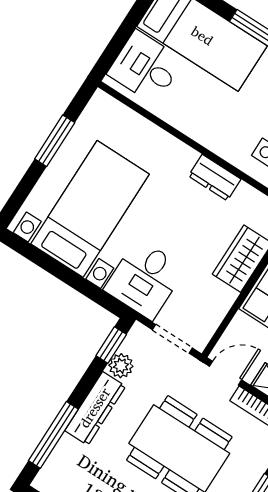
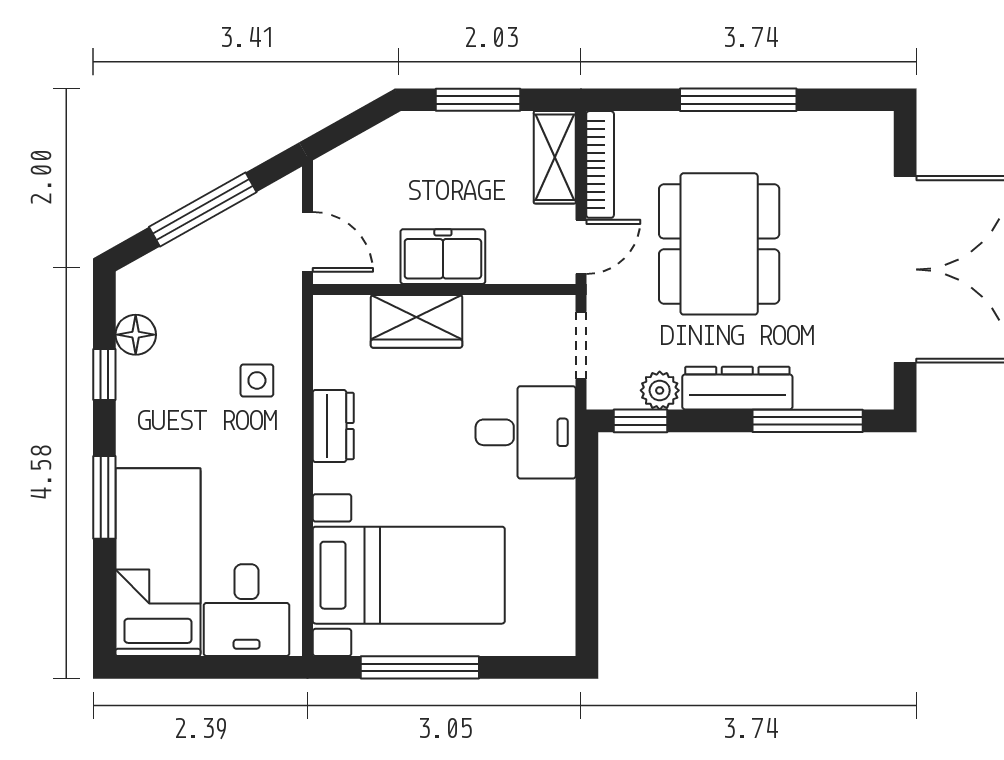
window: (55, 141) -> (420, 667), width x1.44
bed with nightstands: (90, 209) -> (409, 575), moved, turned 180
door: (225, 373) -> (581, 247), swing flipped

